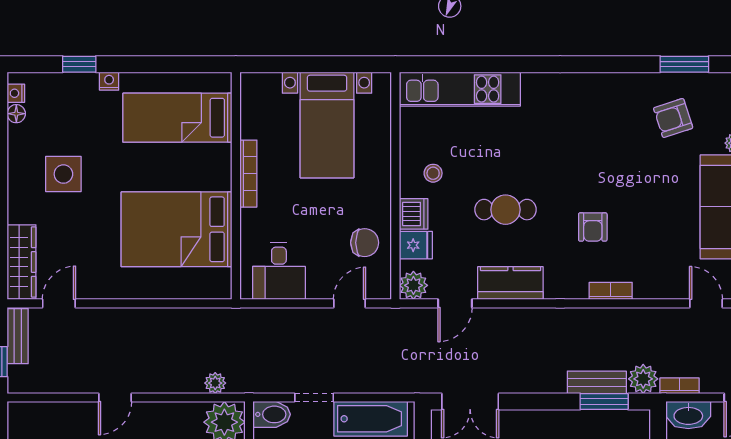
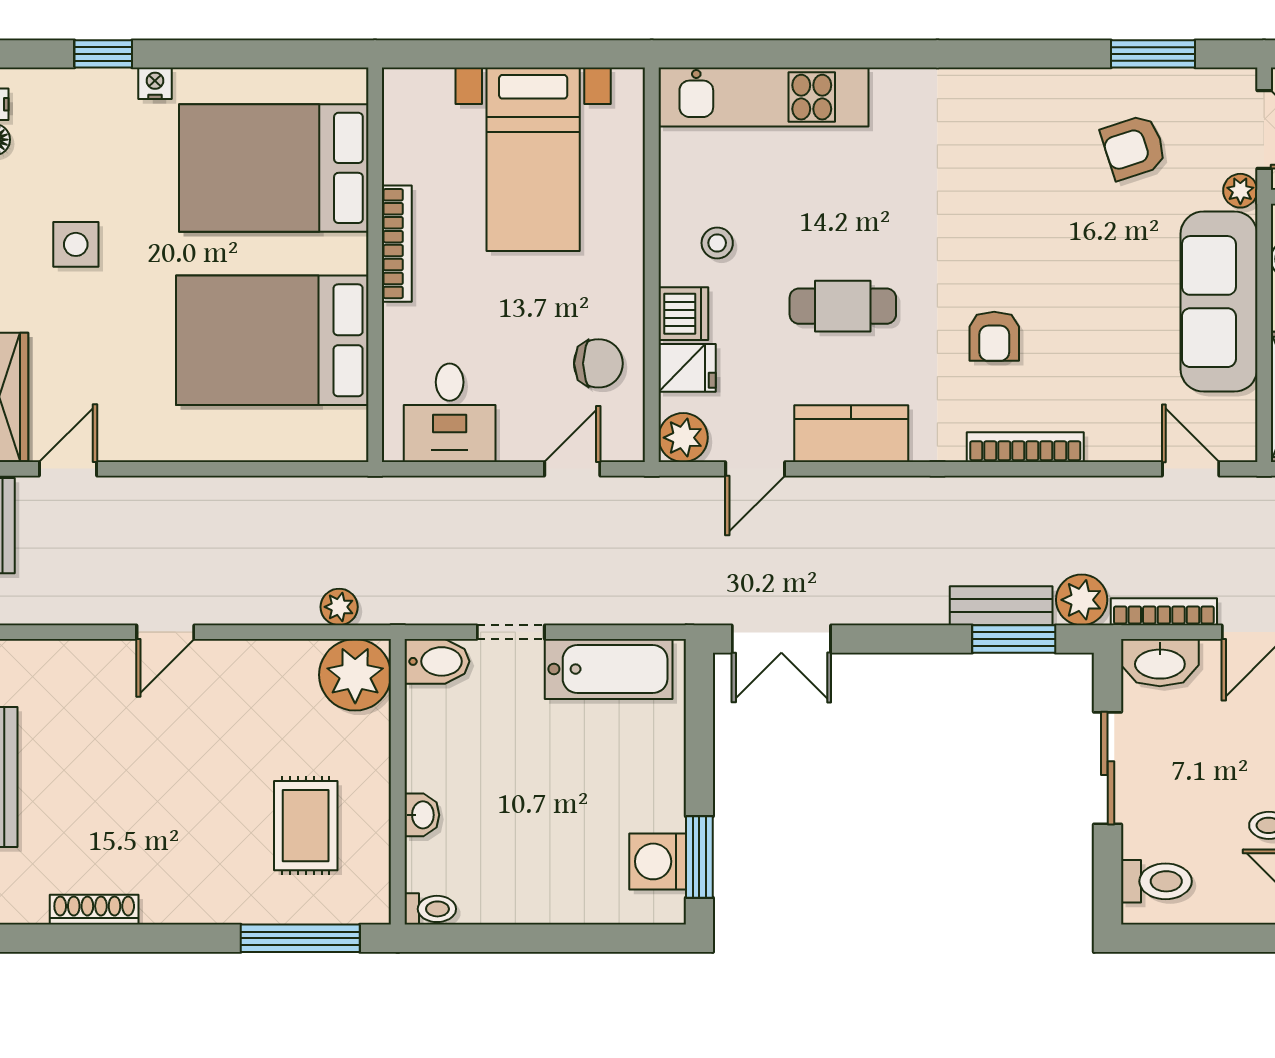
bed: (177, 118) -> (274, 168), width x1.50
side table: (63, 174) -> (76, 244), width x0.73, depth x0.73
bookcase: (611, 291) -> (1025, 447), width x1.56
bookcase: (680, 386) -> (1164, 612), width x1.56

